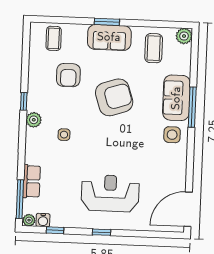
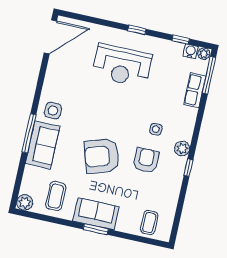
armchair: (68, 75) -> (146, 160), moved

